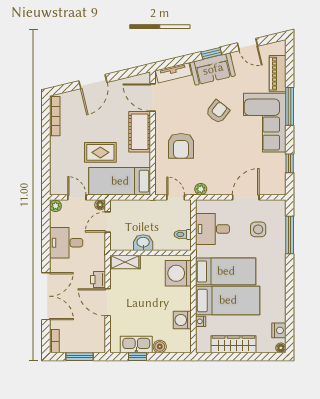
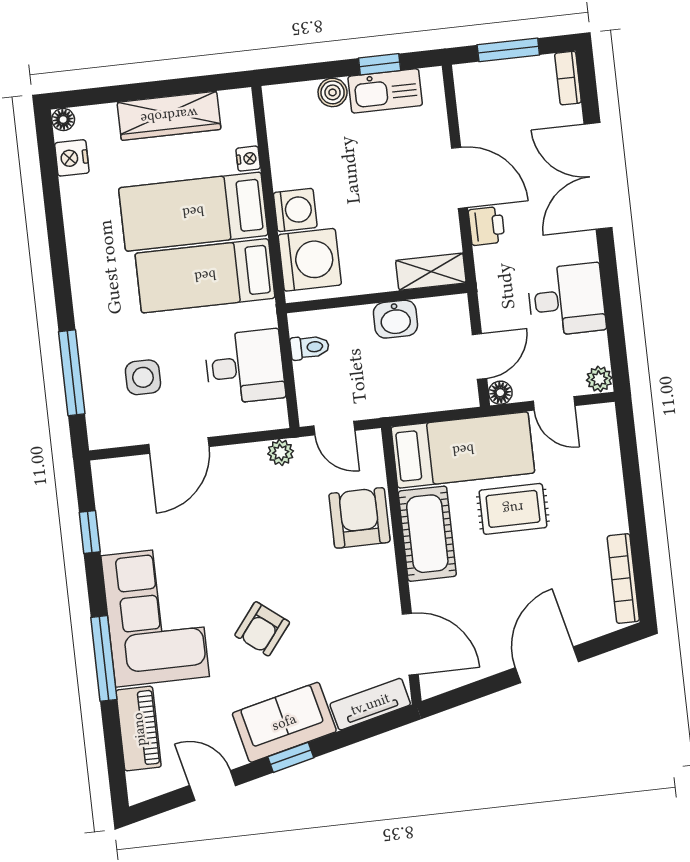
cot: (140, 132) -> (427, 534), moved
armchair: (181, 146) -> (359, 518), moved
washing machine: (182, 320) -> (295, 210), moved

